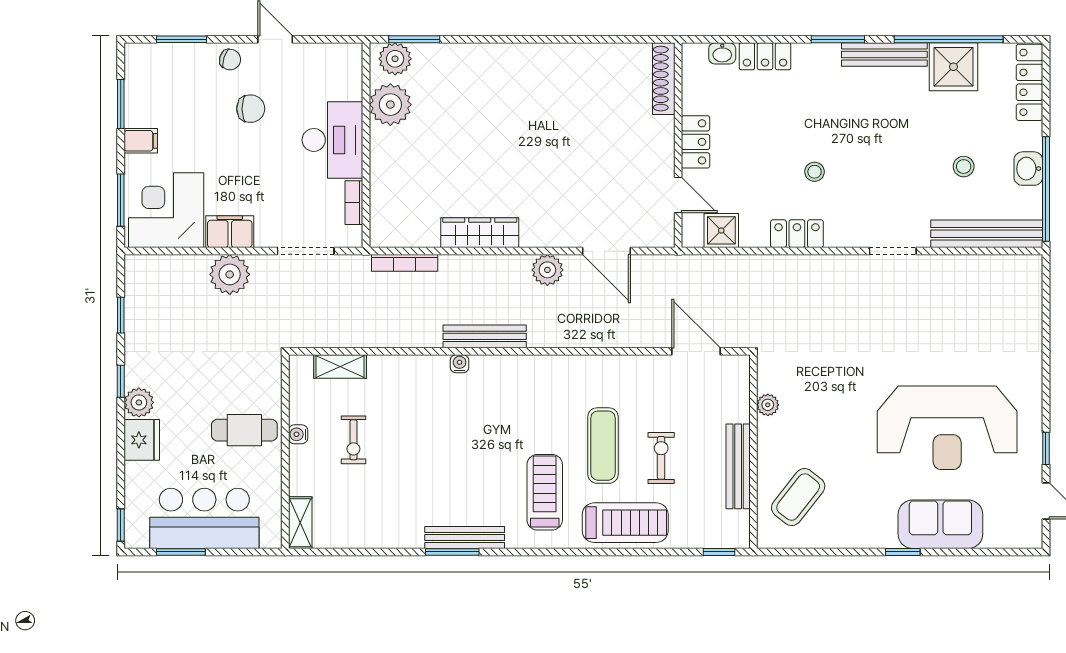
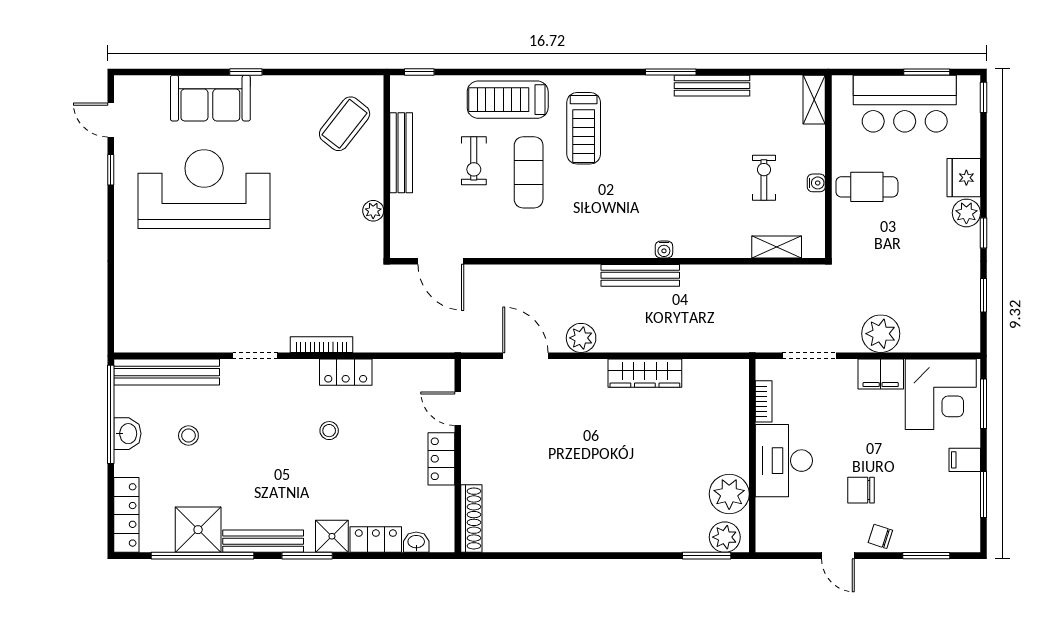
shower: (721, 230) -> (332, 536), moved
bookcase: (405, 263) -> (322, 345), moved
bench: (465, 537) -> (712, 86), moved

